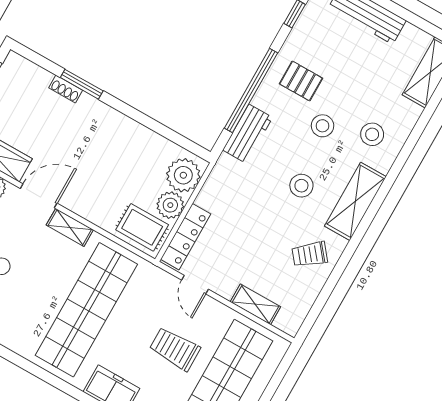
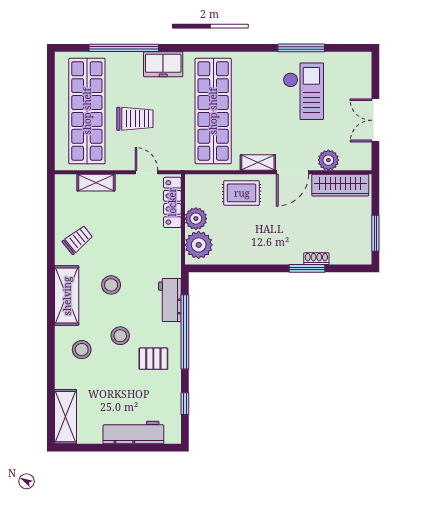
rug: (142, 227) -> (242, 193), moved

